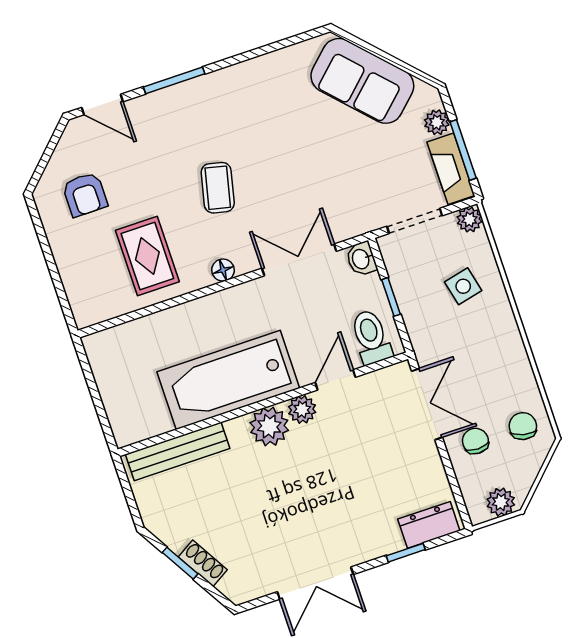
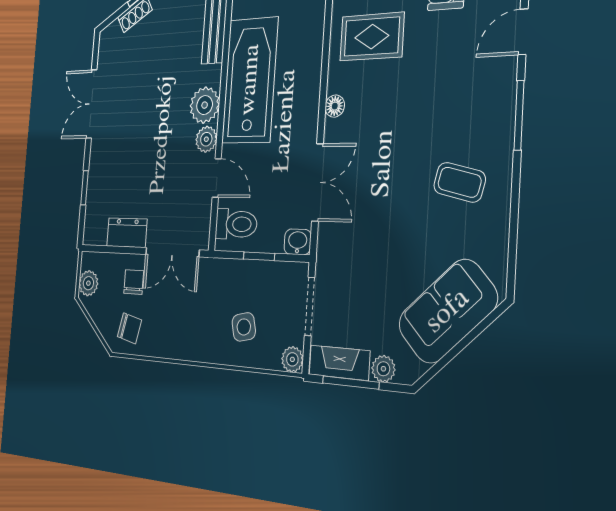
coffee table: (218, 188) -> (460, 182), moved
chair: (475, 441) -> (134, 282), turned -90
dresser: (429, 525) -> (127, 233), moved, turned -90

